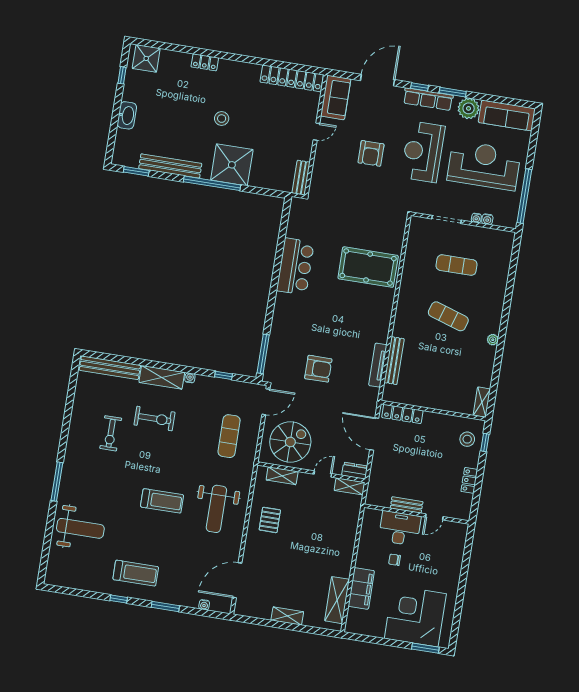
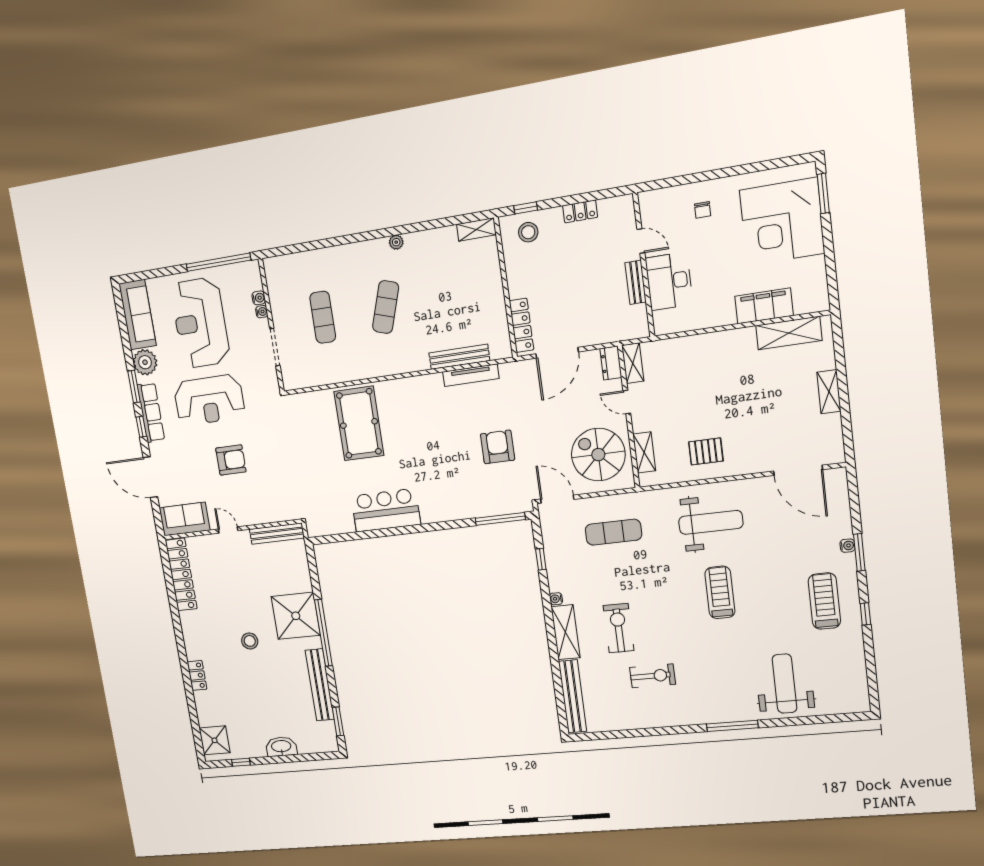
bench: (301, 178) -> (277, 534), width x1.36
chair: (395, 560) -> (703, 210), moved
water cooler: (204, 605) -> (847, 546), moved

